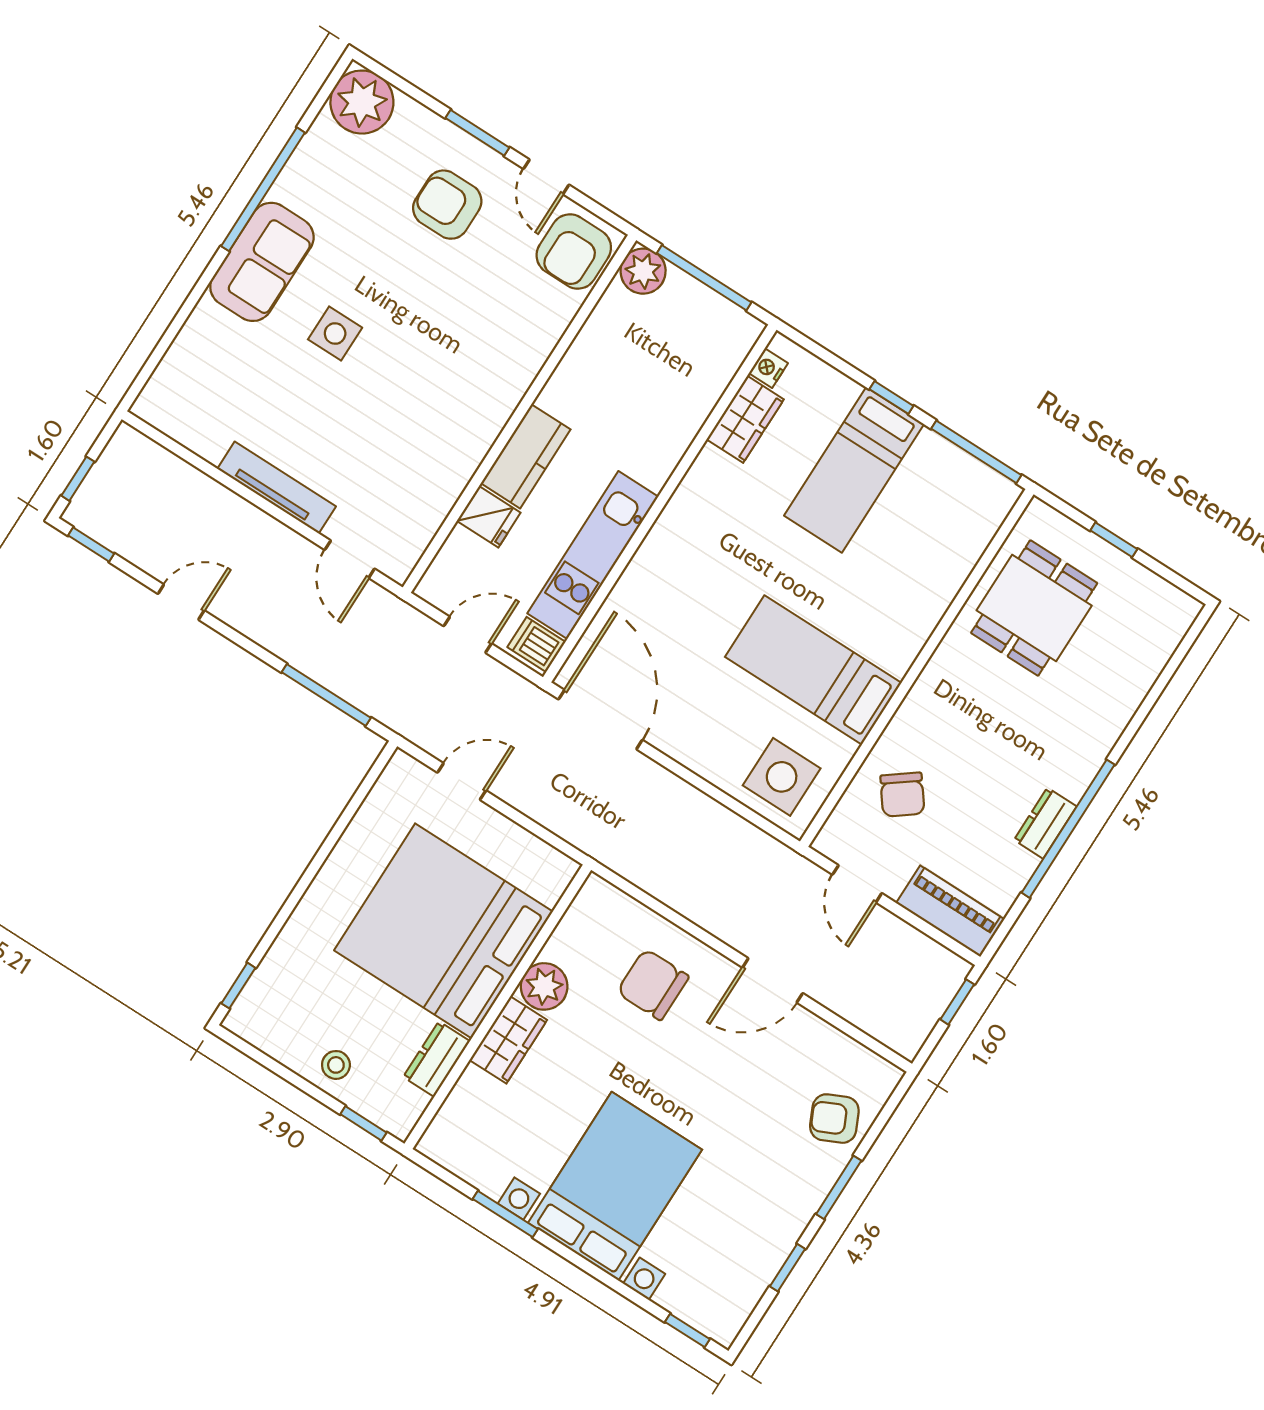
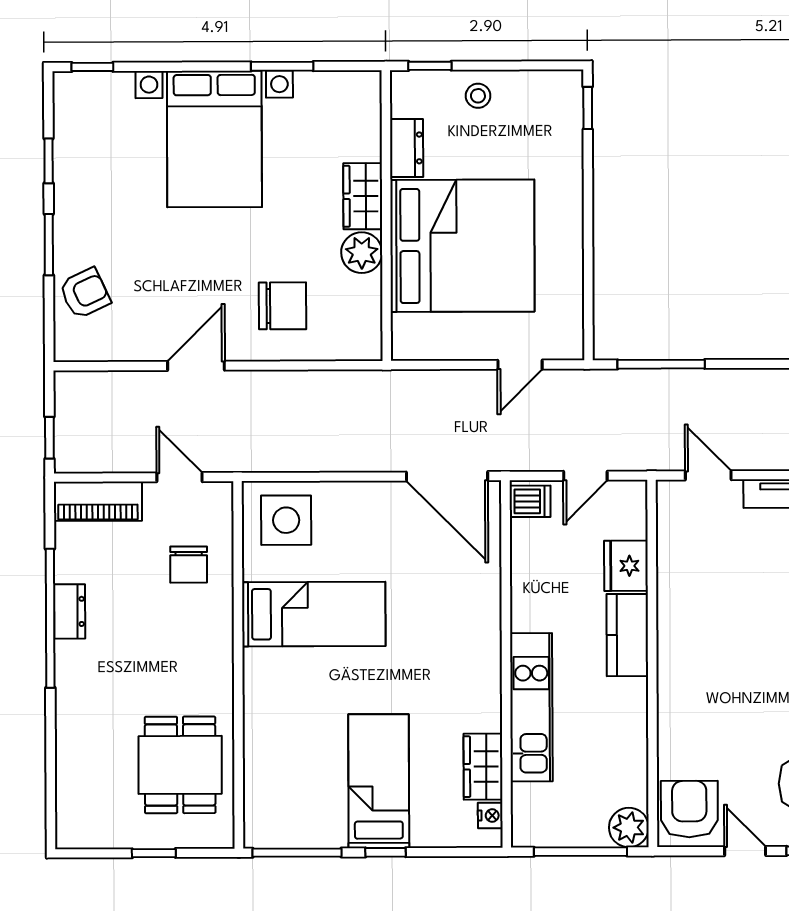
fridge: (489, 517) -> (626, 566), width x1.38
kitchen unit: (593, 555) -> (531, 707), moved
chair: (902, 795) -> (189, 565), turned -143

